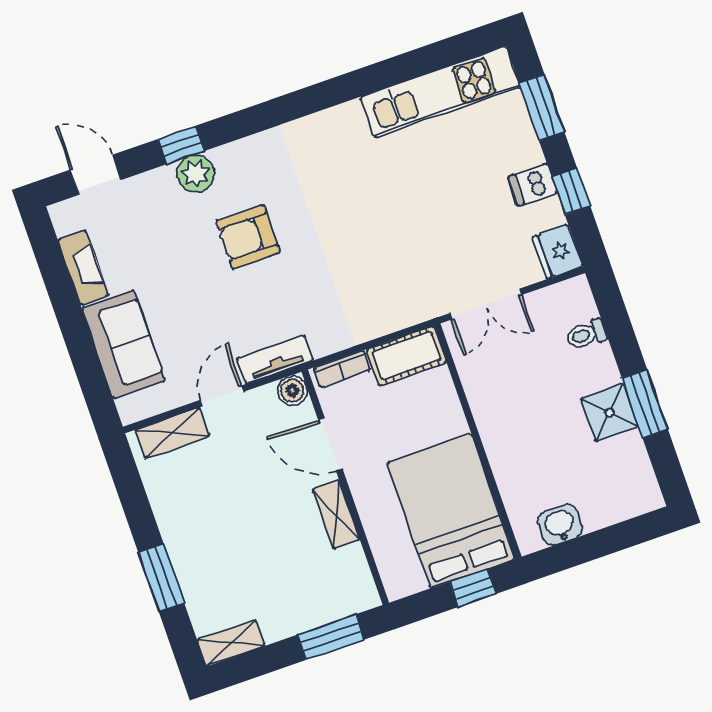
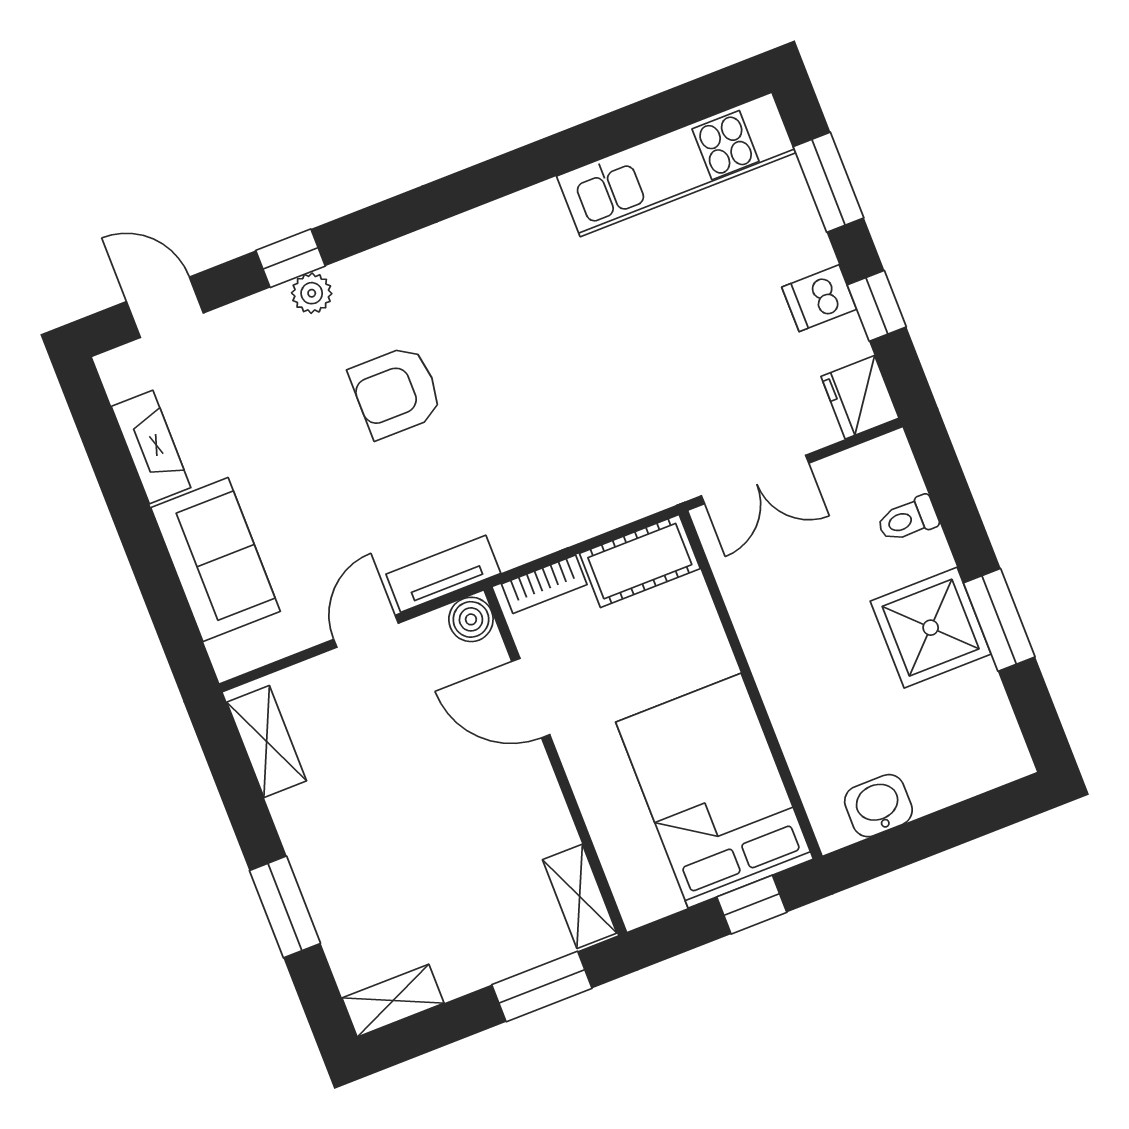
plant: (196, 174) -> (312, 293), width x0.73, depth x0.73
shower: (610, 412) -> (931, 628), width x1.36, depth x1.36
shelving: (172, 433) -> (267, 742), moved, turned 90
shelving: (336, 514) -> (580, 896), moved

